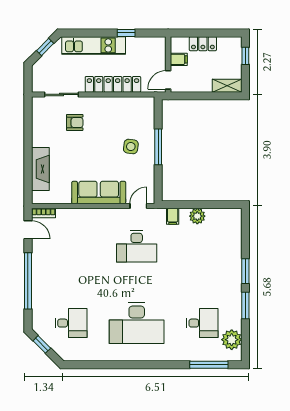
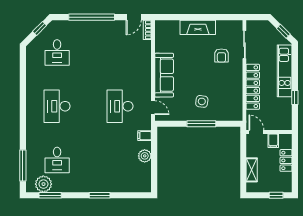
shelving: (227, 86) -> (252, 170), moved
fireplace: (40, 169) -> (198, 27), moved
window: (245, 306) -> (50, 195), moved
desk: (137, 323) -> (57, 106), width x0.73, depth x0.77

